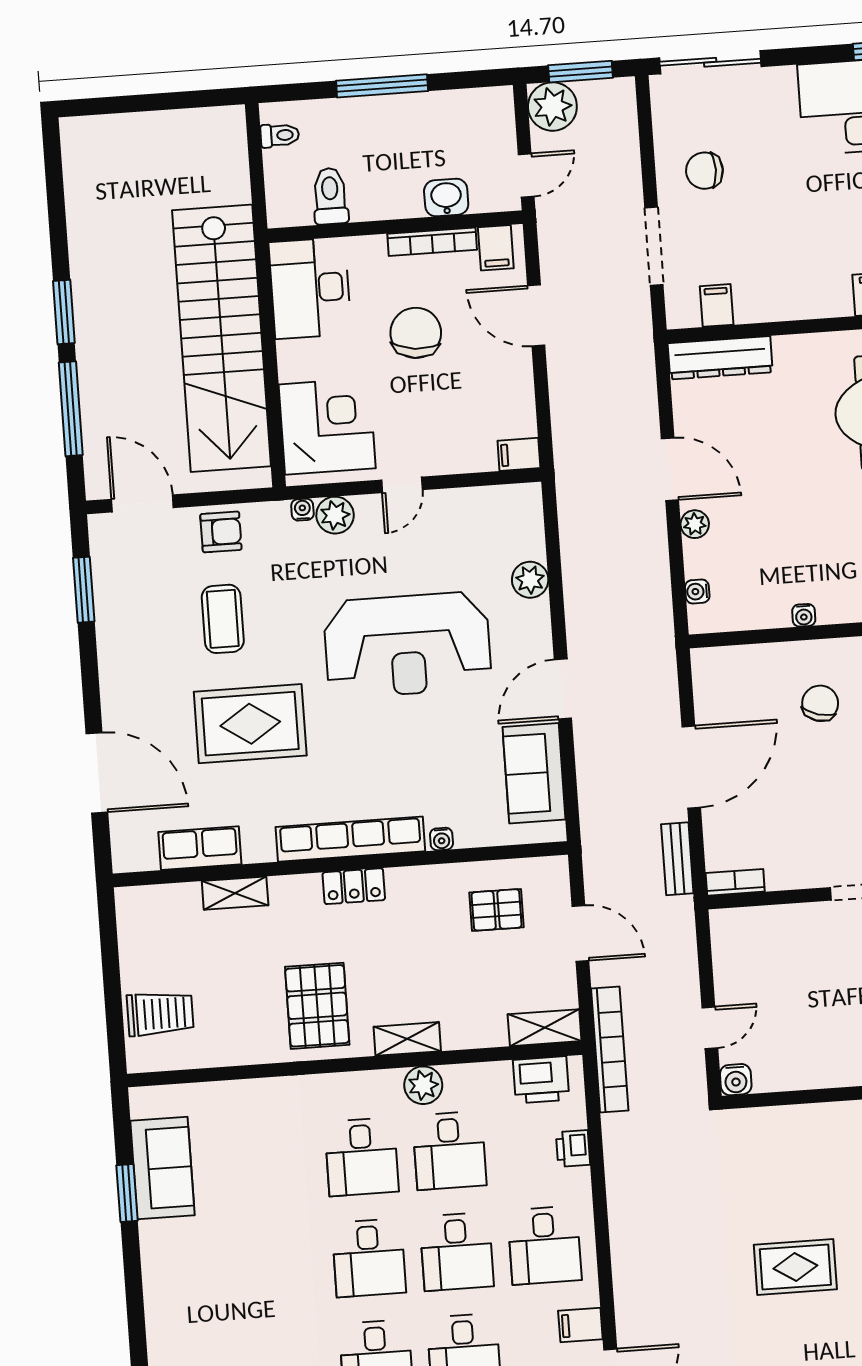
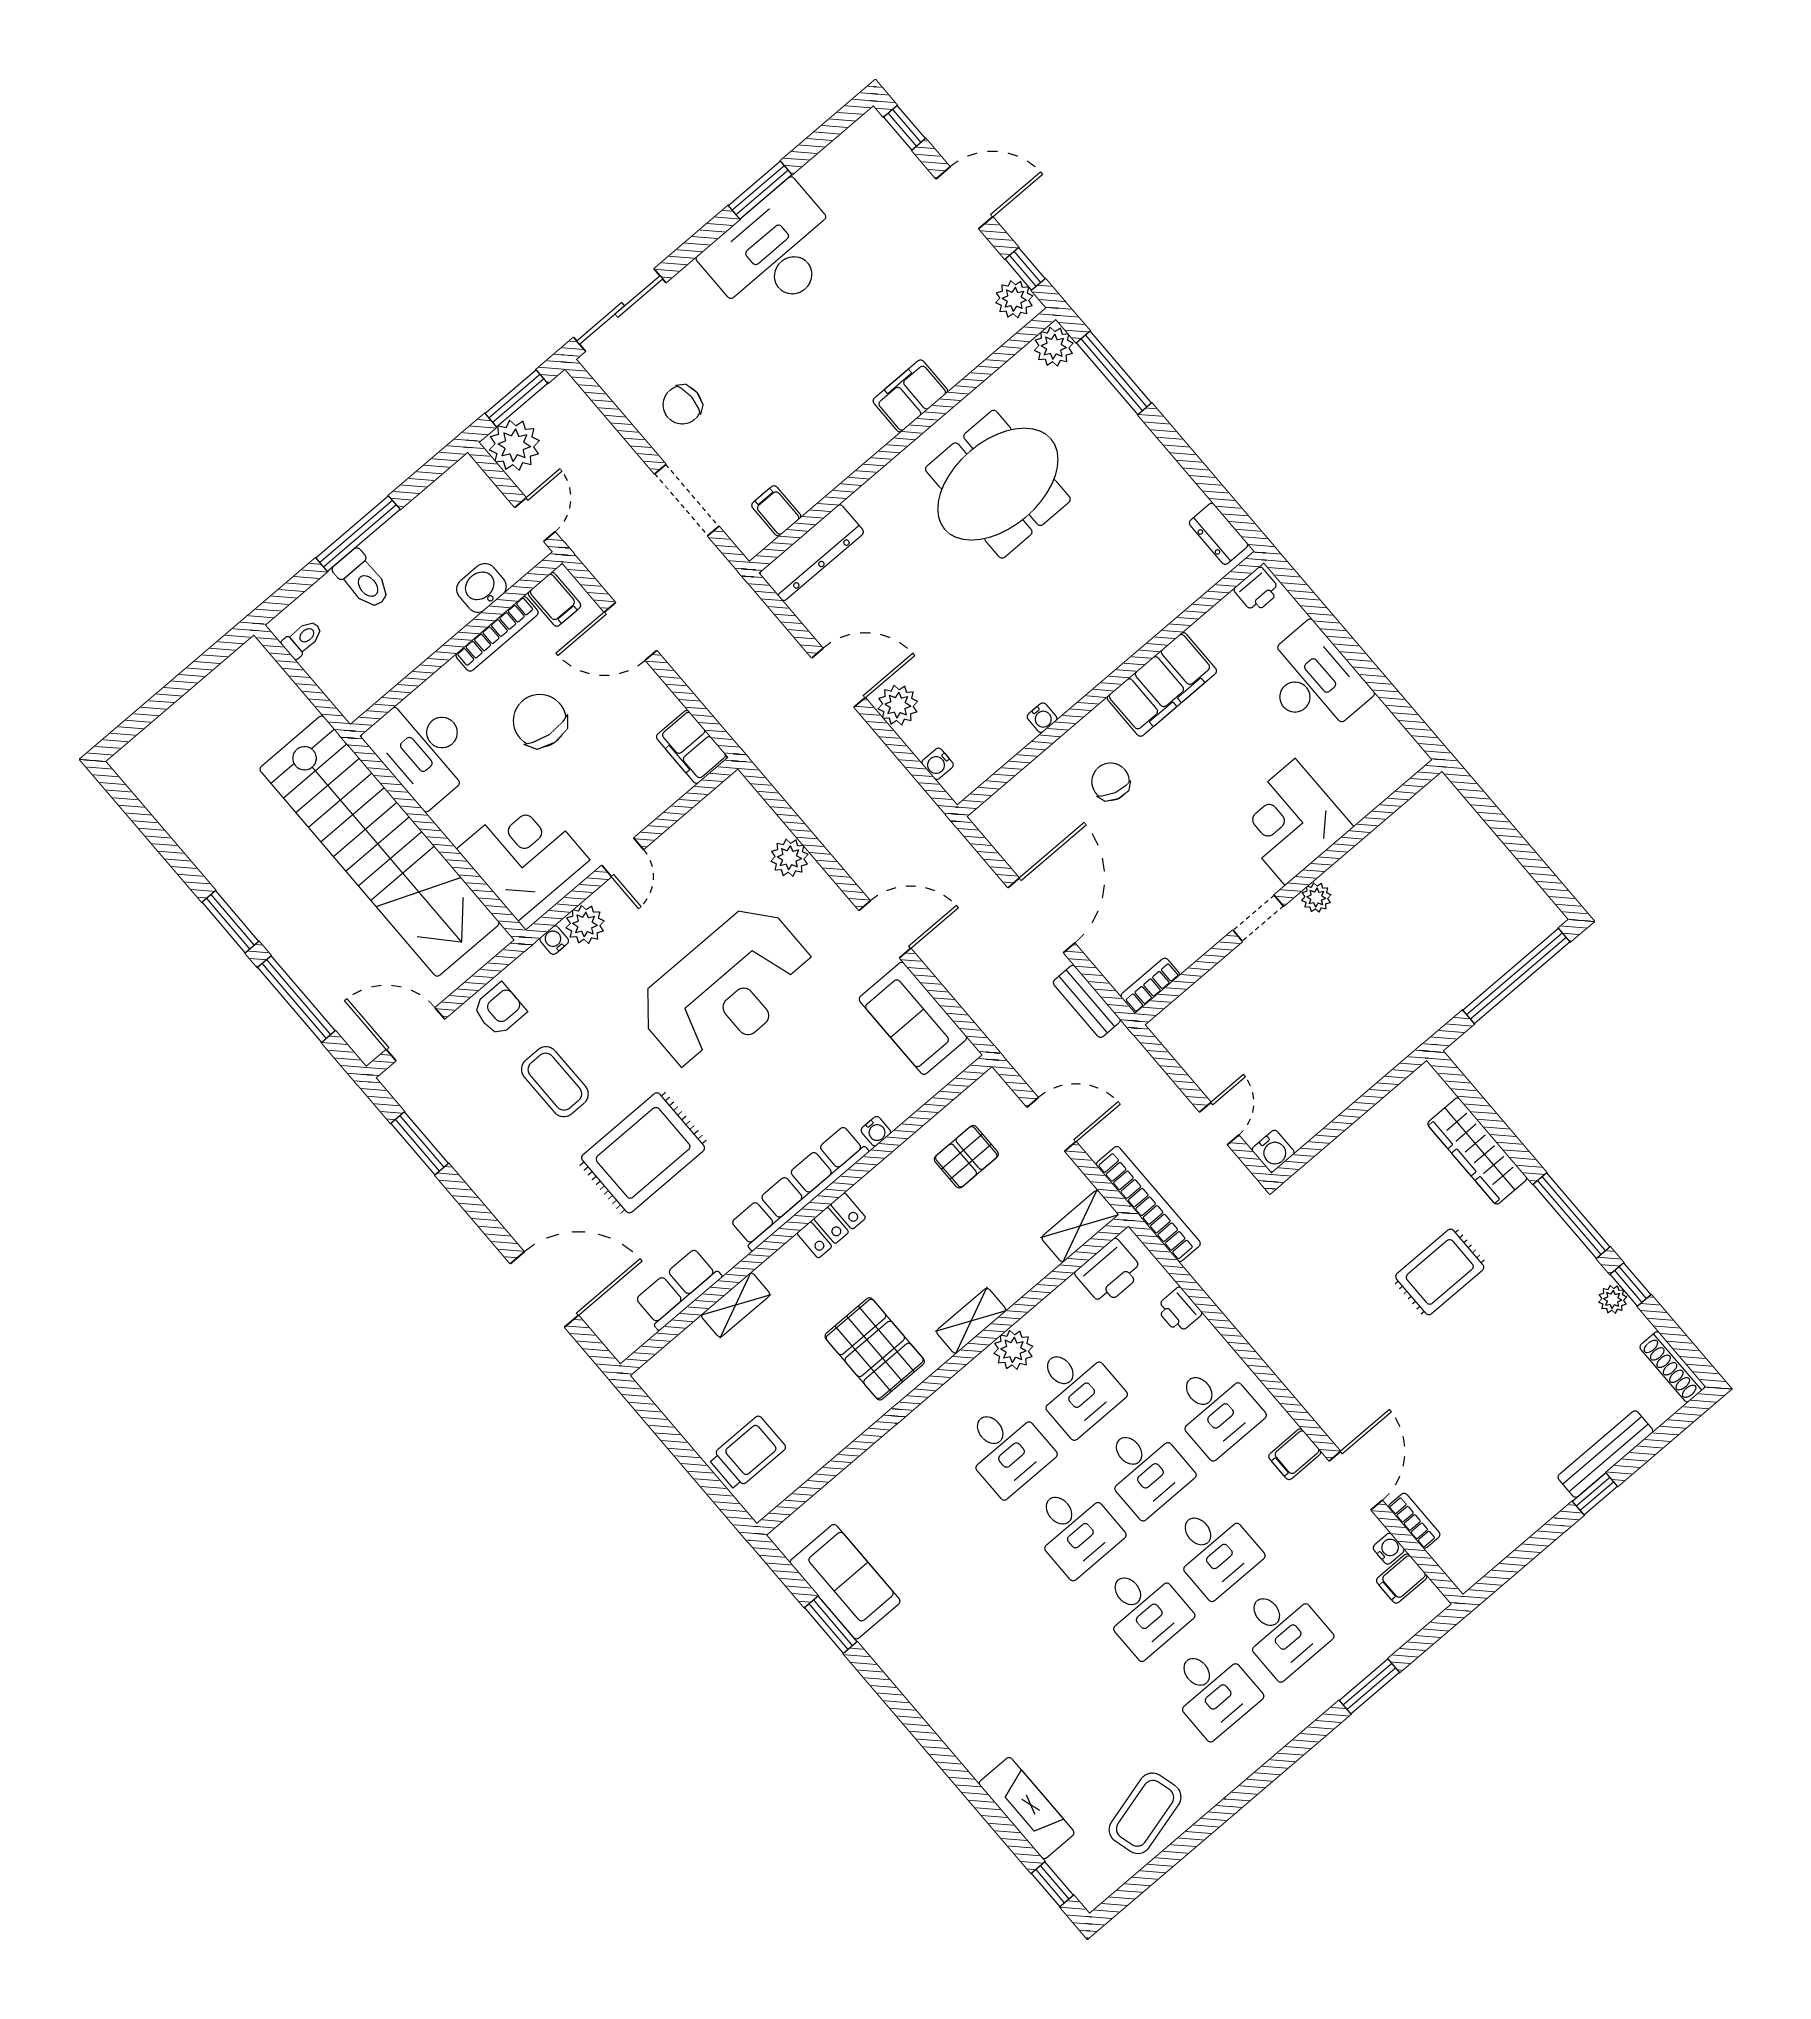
toilet: (330, 196) -> (363, 580), moved, turned 180
filing cabinet: (519, 454) -> (692, 747), width x2.00
plant: (695, 524) -> (898, 705), width x1.38, depth x1.38
door: (563, 689) -> (885, 929), swing flipped

